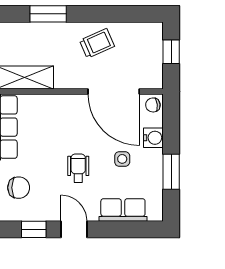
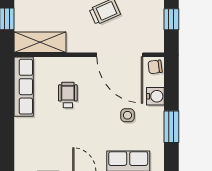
wheelchair: (78, 168) -> (68, 95), moved
chair: (19, 188) -> (35, 141), removed

